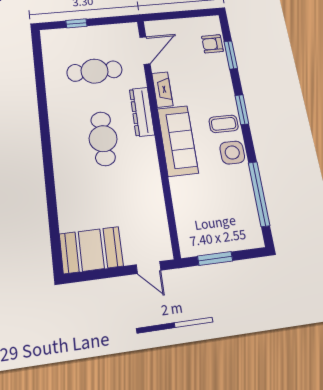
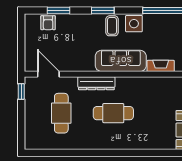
window: (76, 23) -> (21, 92), moved
fireplace: (162, 90) -> (161, 66), moved

